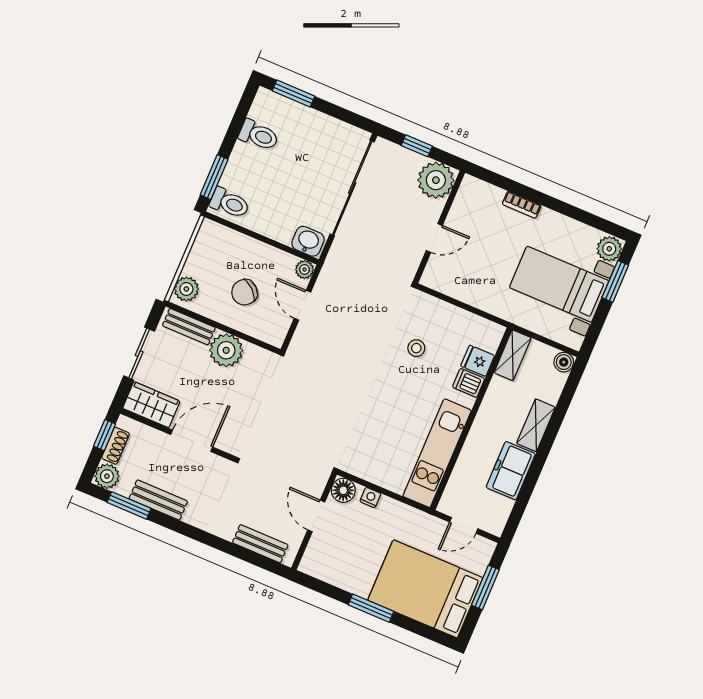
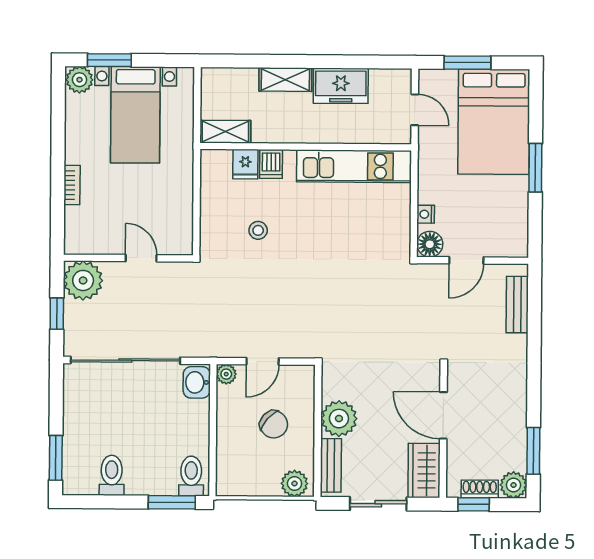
boiler: (564, 362) -> (211, 78), removed
bench: (158, 500) -> (516, 424), removed

